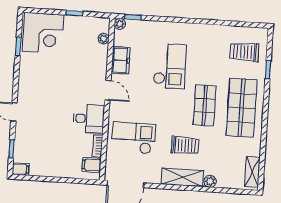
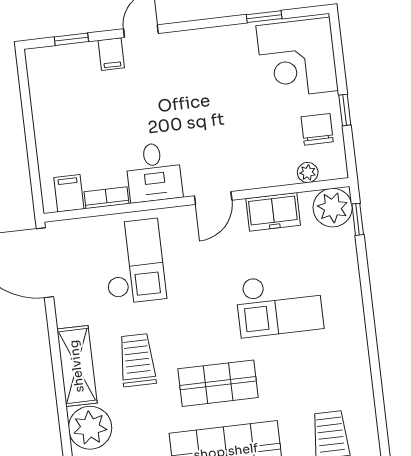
plant: (120, 24) -> (333, 208), width x1.87, depth x1.87
chair: (82, 30) -> (317, 129), added
trolley: (185, 145) -> (137, 360), turned 180
filing cabinet: (21, 169) -> (111, 54), moved
plant: (210, 181) -> (90, 428), width x1.87, depth x1.87

